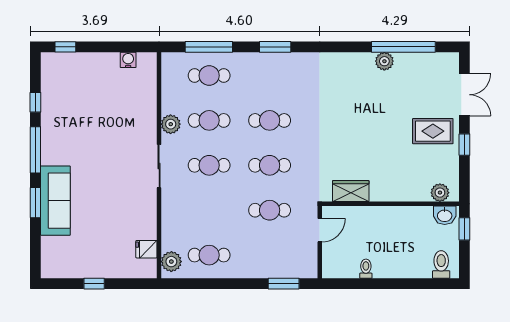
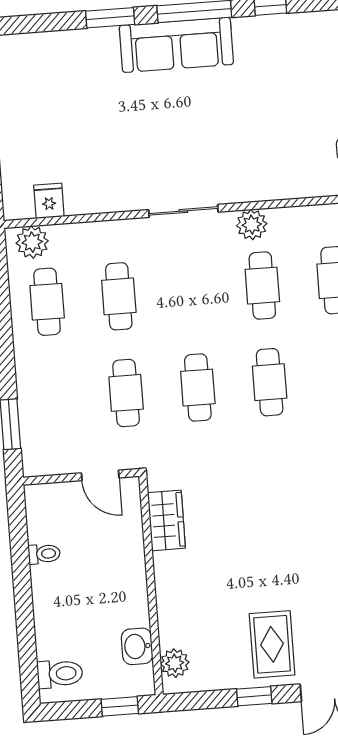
cafe table: (209, 165) -> (119, 296), moved
sofa: (55, 201) -> (176, 45), moved
washbasin: (445, 215) -> (137, 646), moved

